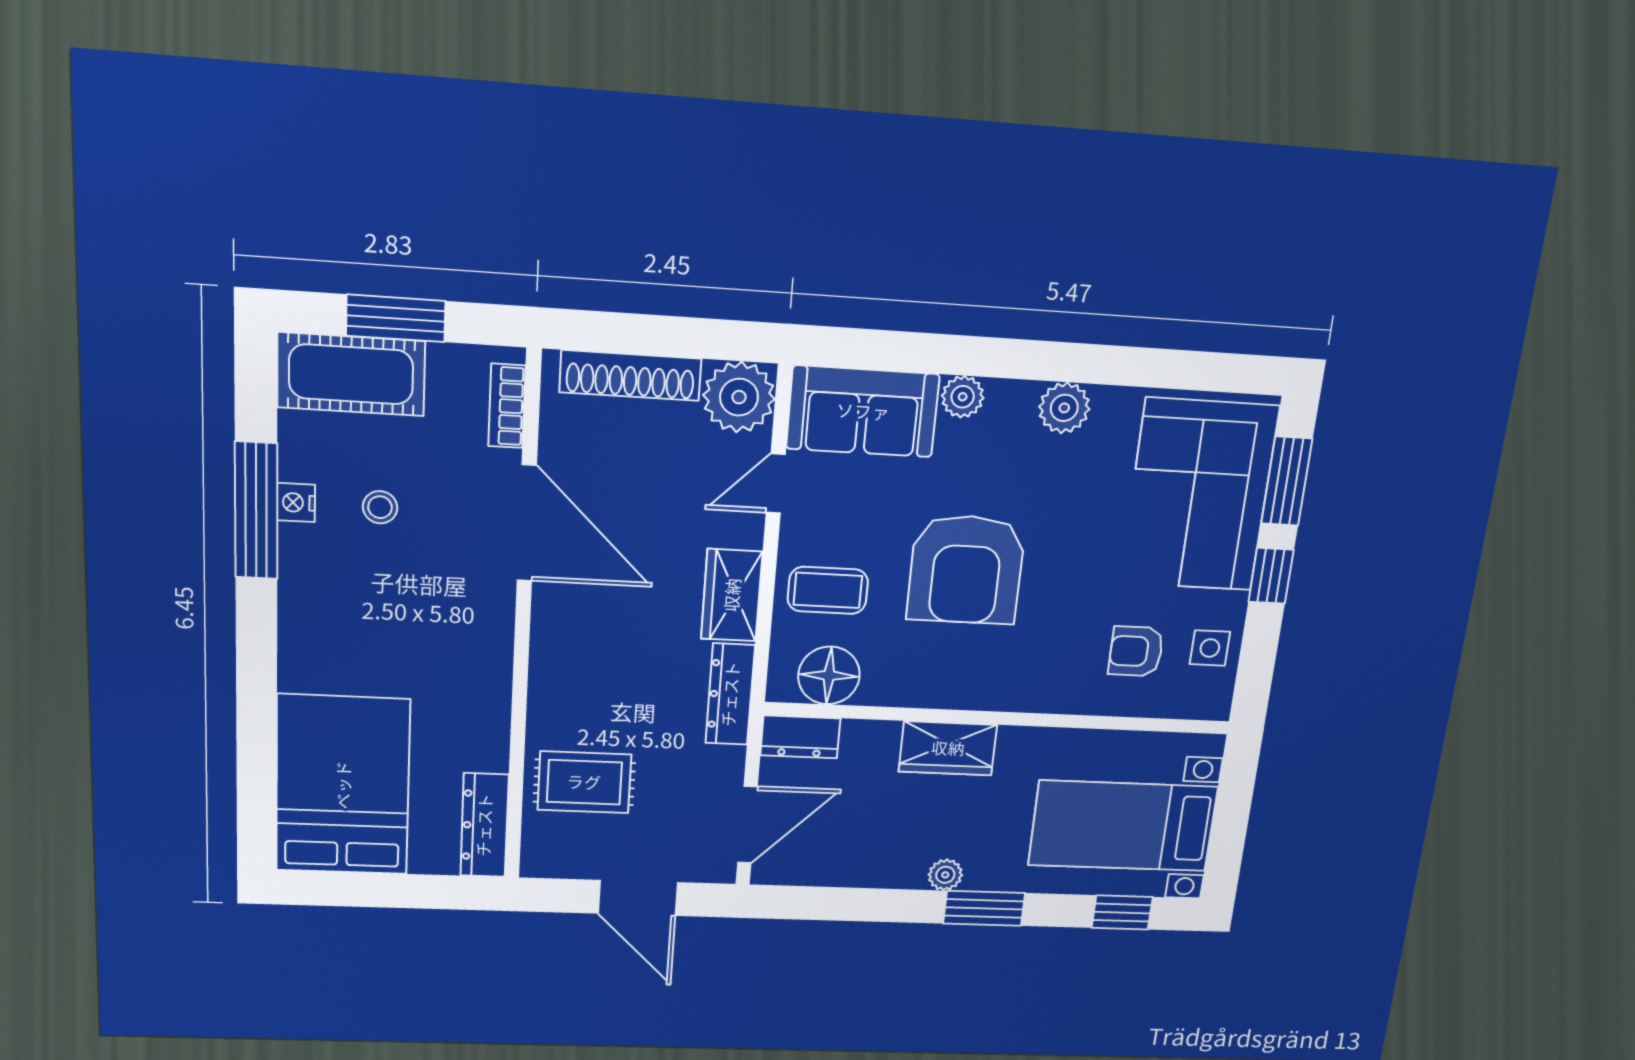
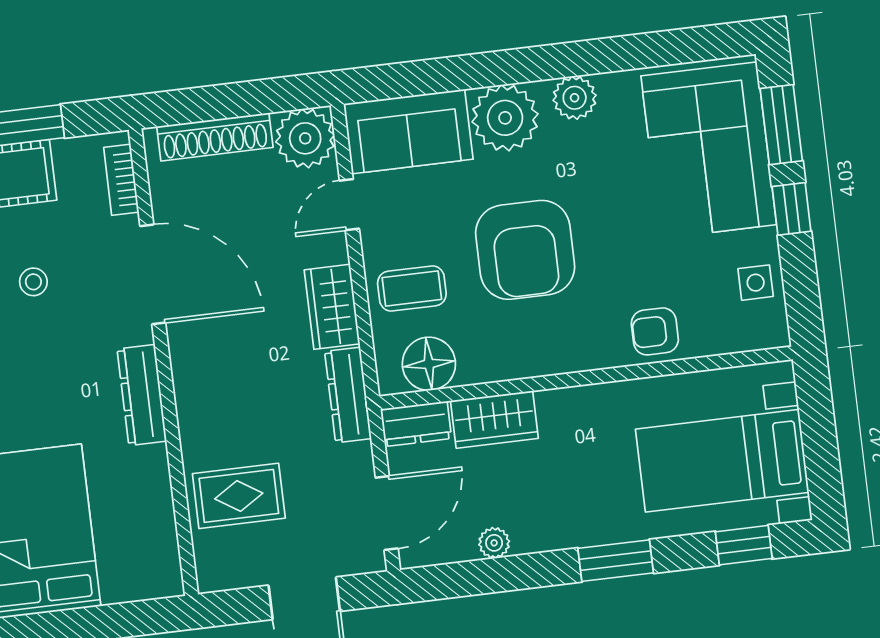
plant: (963, 397) -> (505, 118), width x1.87, depth x1.87
armchair: (1136, 651) -> (655, 331), moved
wardrobe: (948, 748) -> (494, 419), moved
dresser: (484, 825) -> (142, 395), moved
plant: (945, 875) -> (494, 543), moved

